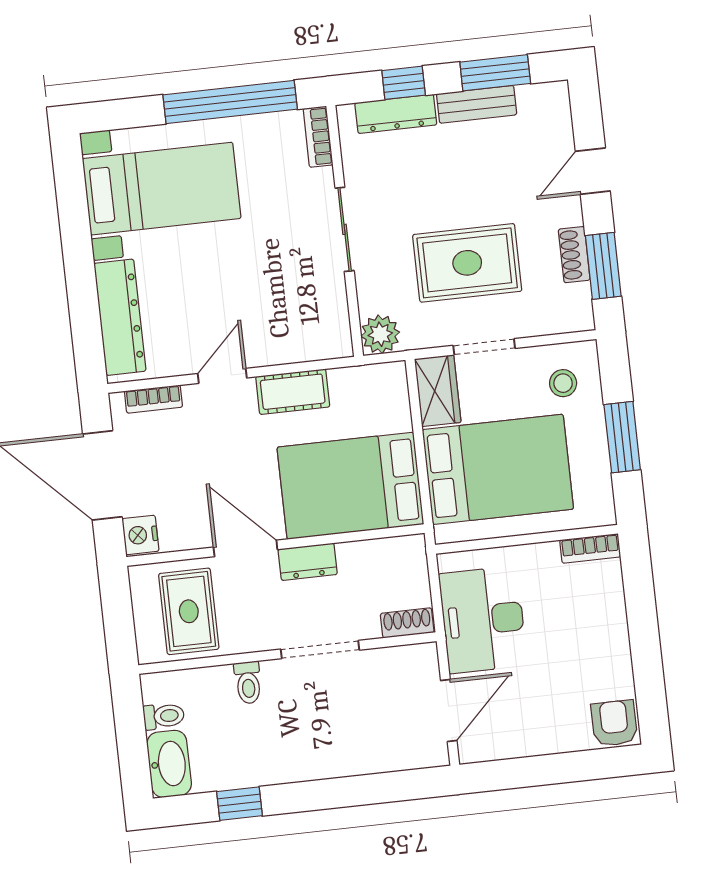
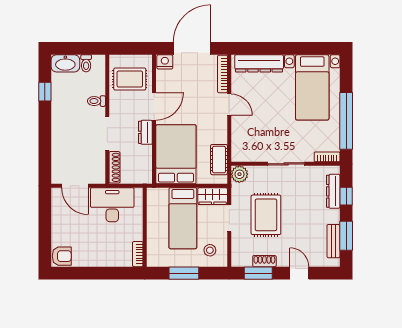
bench: (477, 104) -> (333, 241), moved
cot: (293, 392) -> (219, 160), moved
bookcase: (153, 399) -> (222, 74), width x1.56
bed: (498, 469) -> (183, 218), width x0.67
shoe rack: (407, 623) -> (114, 167), width x1.43

